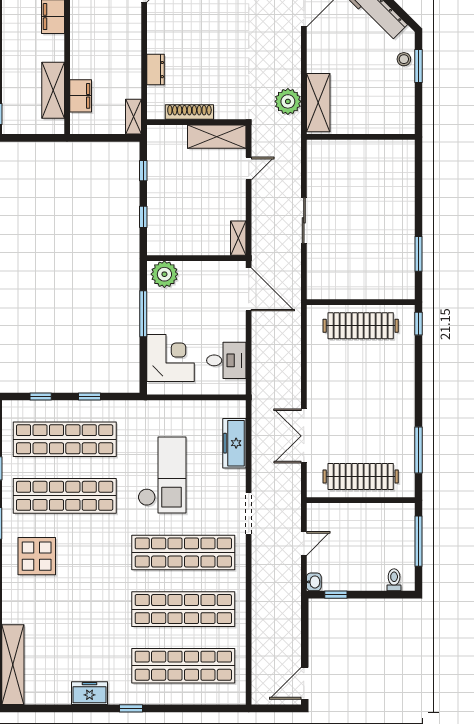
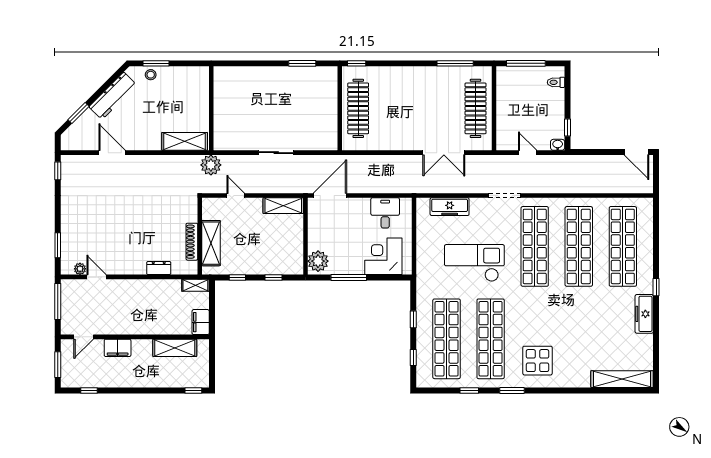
filing cabinet: (81, 96) -> (201, 322), moved, turned -90
plant: (288, 101) -> (211, 165), moved
shelving: (217, 137) -> (211, 243), moved
shelving: (238, 238) -> (283, 206), width x1.50, depth x1.33
freezer: (90, 693) -> (644, 314), width x1.40

